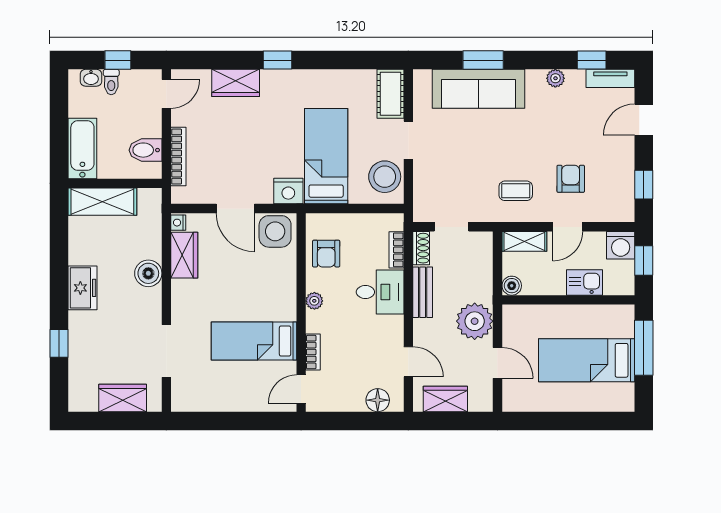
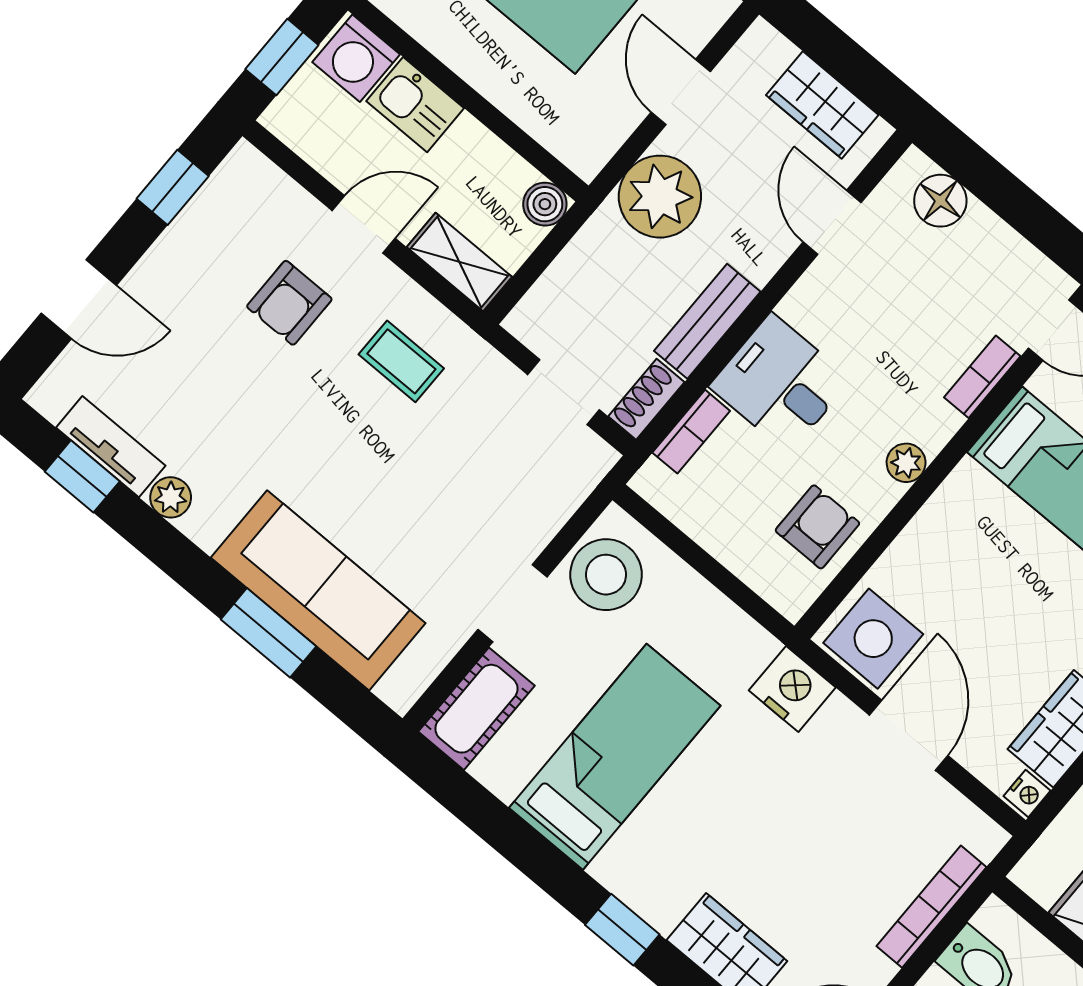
tv unit: (610, 78) -> (111, 447), moved
bed: (326, 156) -> (615, 757), moved, turned 180
washing machine: (621, 245) -> (356, 58), moved, turned 180

